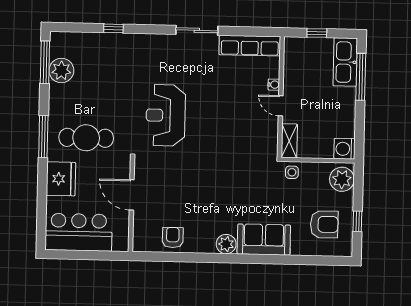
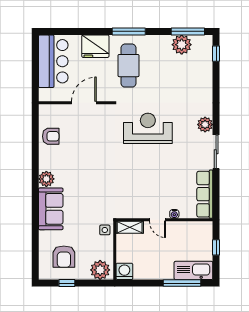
window: (113, 28) -> (216, 54), moved
plant: (162, 43) -> (205, 125), added
door: (281, 106) -> (158, 220), swing flipped

